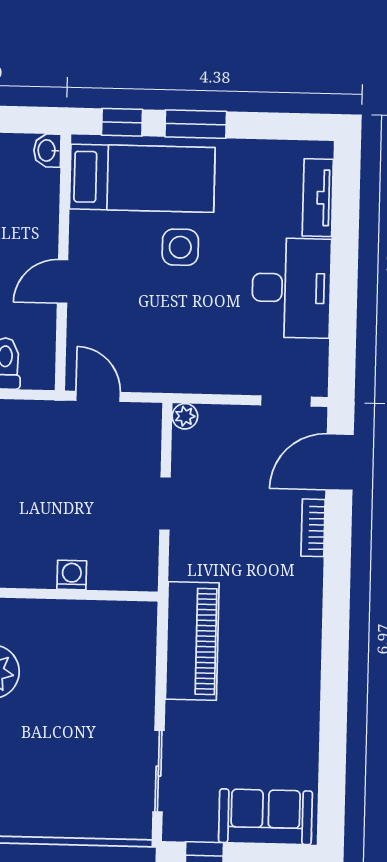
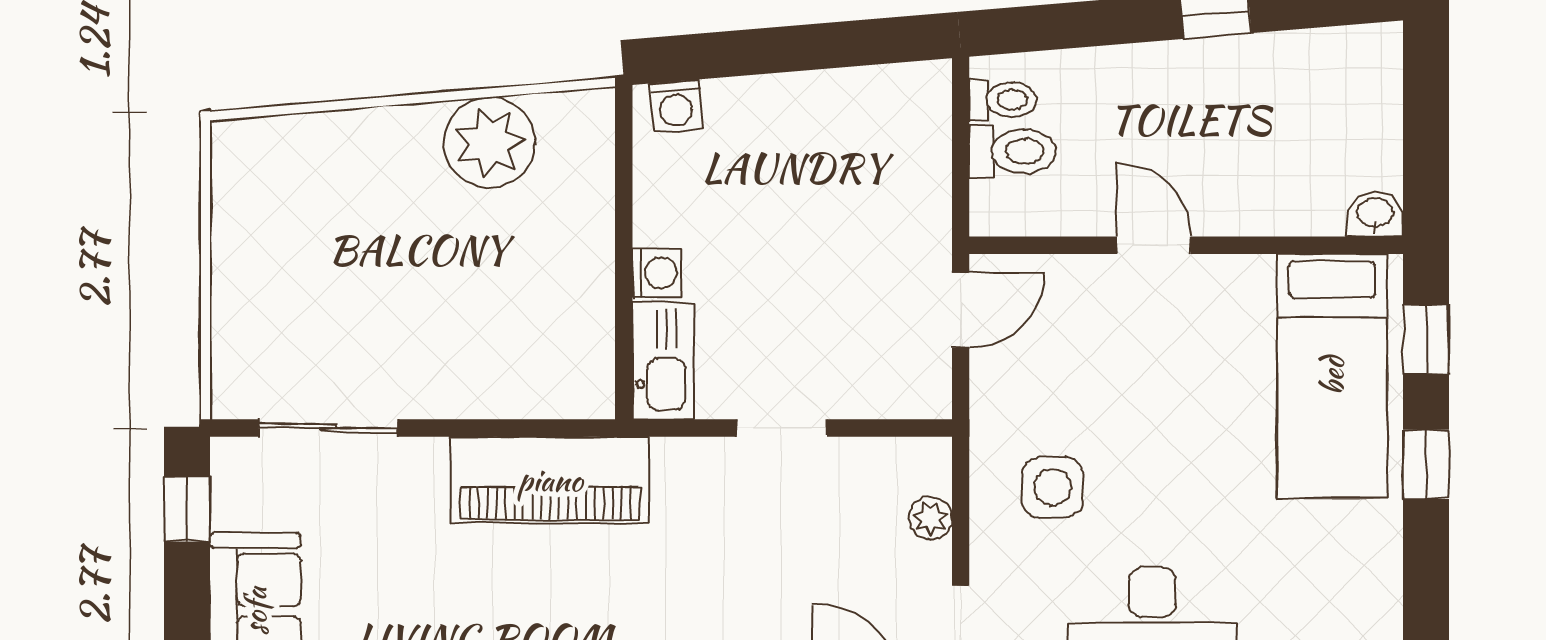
window: (196, 124) -> (1426, 464), width x0.67
side table: (180, 247) -> (1052, 487), moved
plant: (185, 416) -> (931, 518), moved
kitchen sink: (124, 572) -> (663, 361), added

